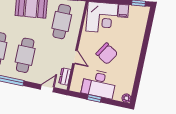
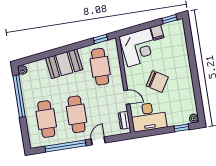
desk: (99, 84) -> (148, 117), moved
door: (47, 88) -> (98, 141), moved
window: (94, 98) -> (181, 128), moved

